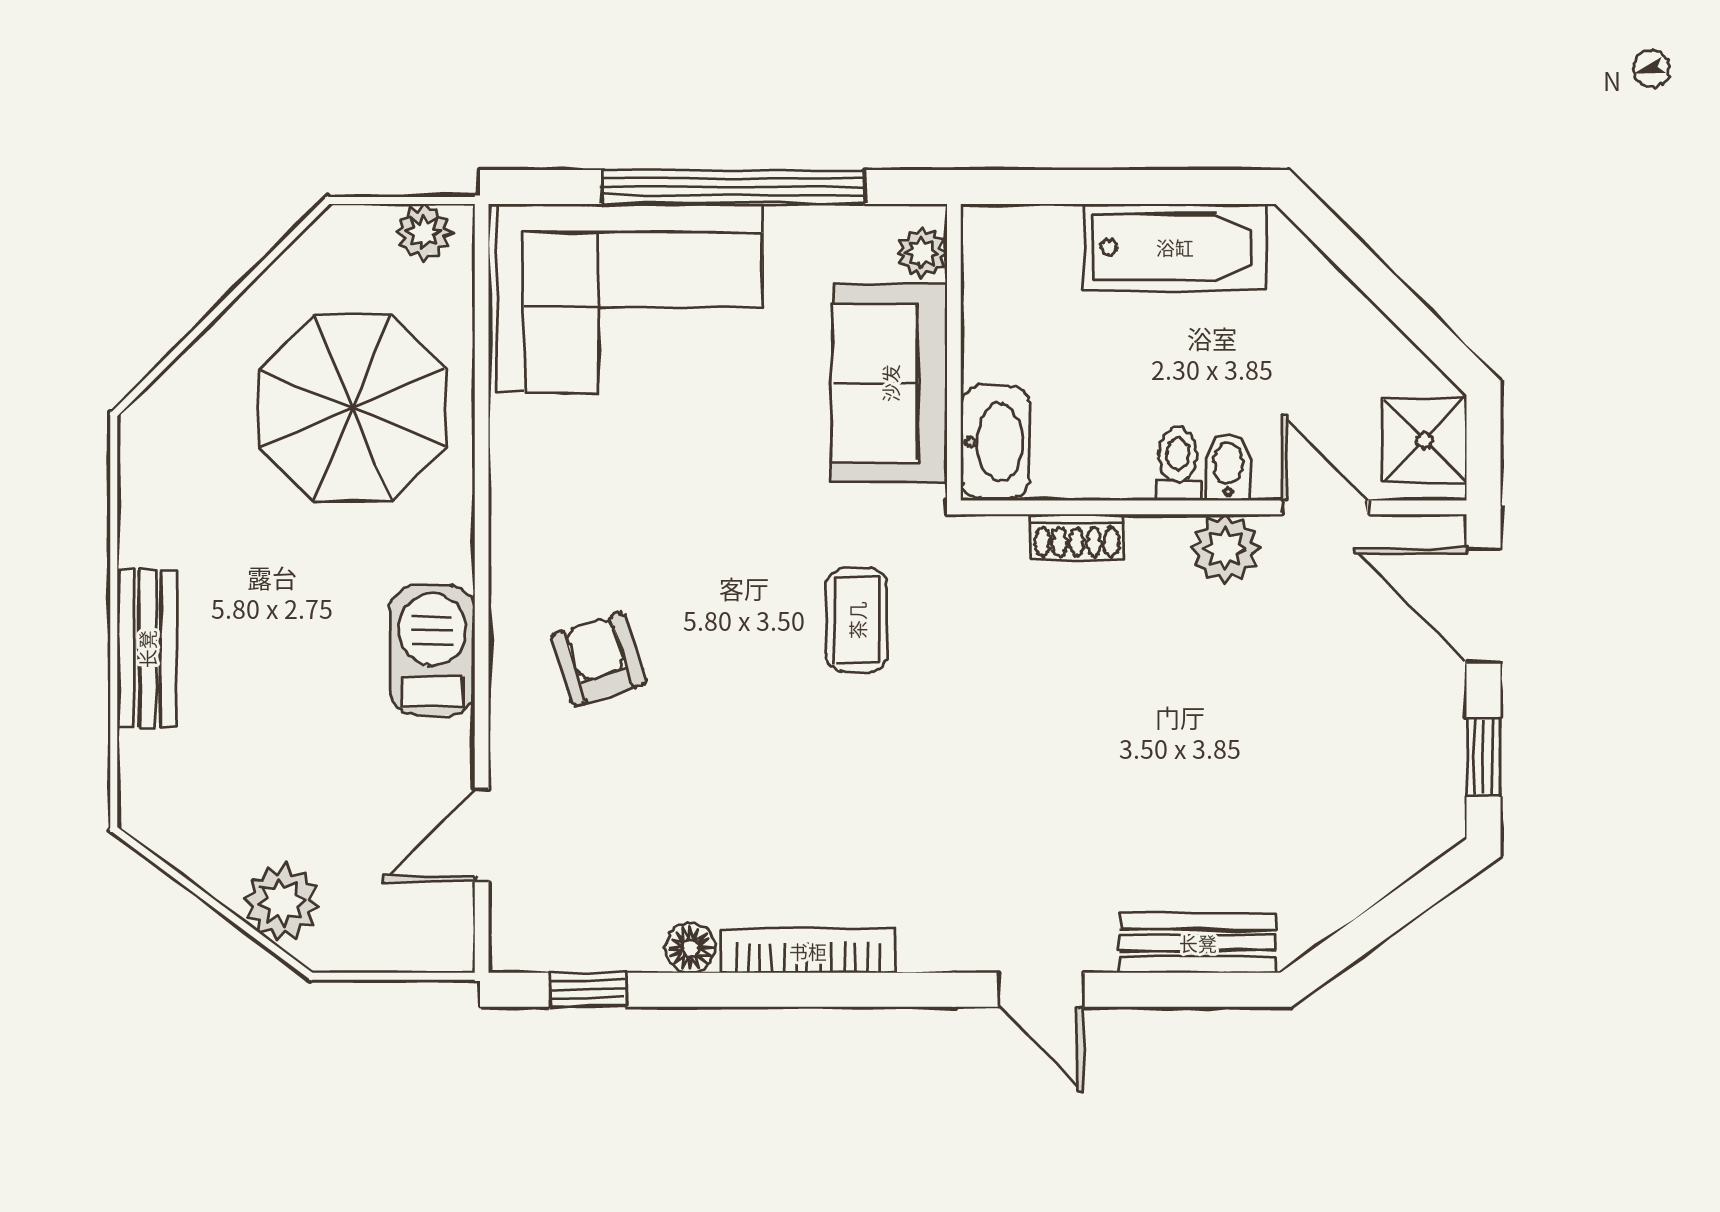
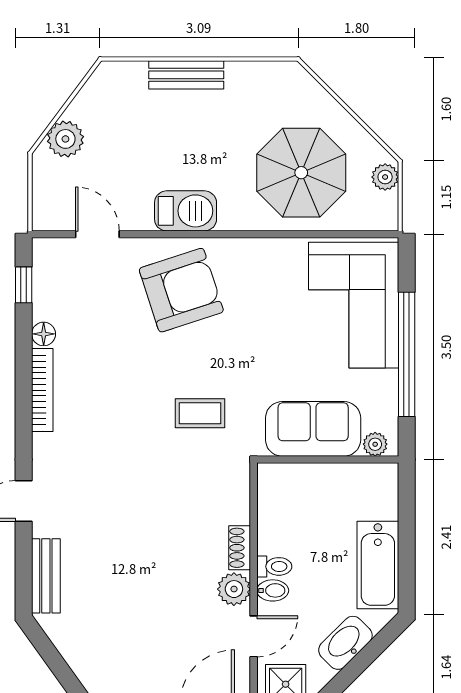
plant: (424, 232) -> (385, 177), moved
washbasin: (995, 442) -> (345, 643), moved, turned 135
shoe rack: (1077, 537) -> (240, 548), moved
armchair: (599, 659) -> (181, 290), width x1.88, depth x1.88

